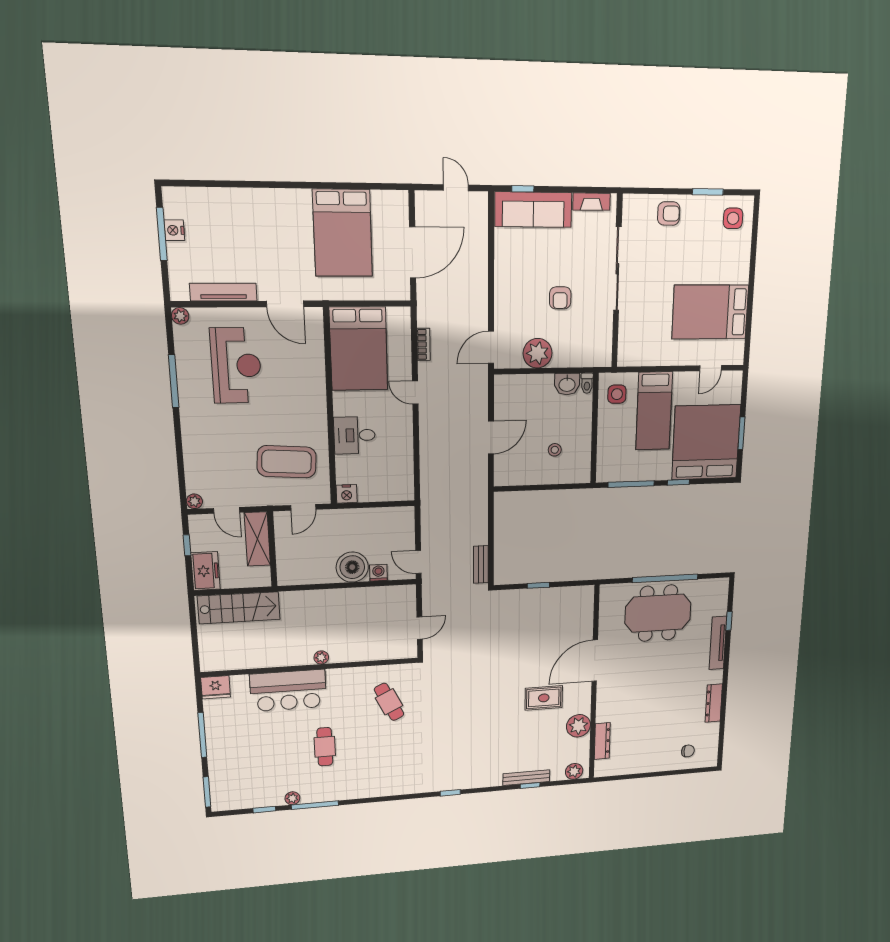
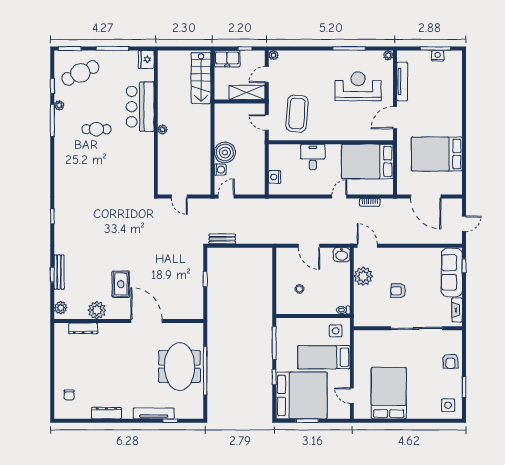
reception desk: (236, 366) -> (358, 86), turned 180
washbasin: (567, 384) -> (342, 255), moved, turned -90
nightstand: (347, 494) -> (275, 177), moved
cafe table: (389, 702) -> (80, 73), moved, width x1.37, depth x1.35

